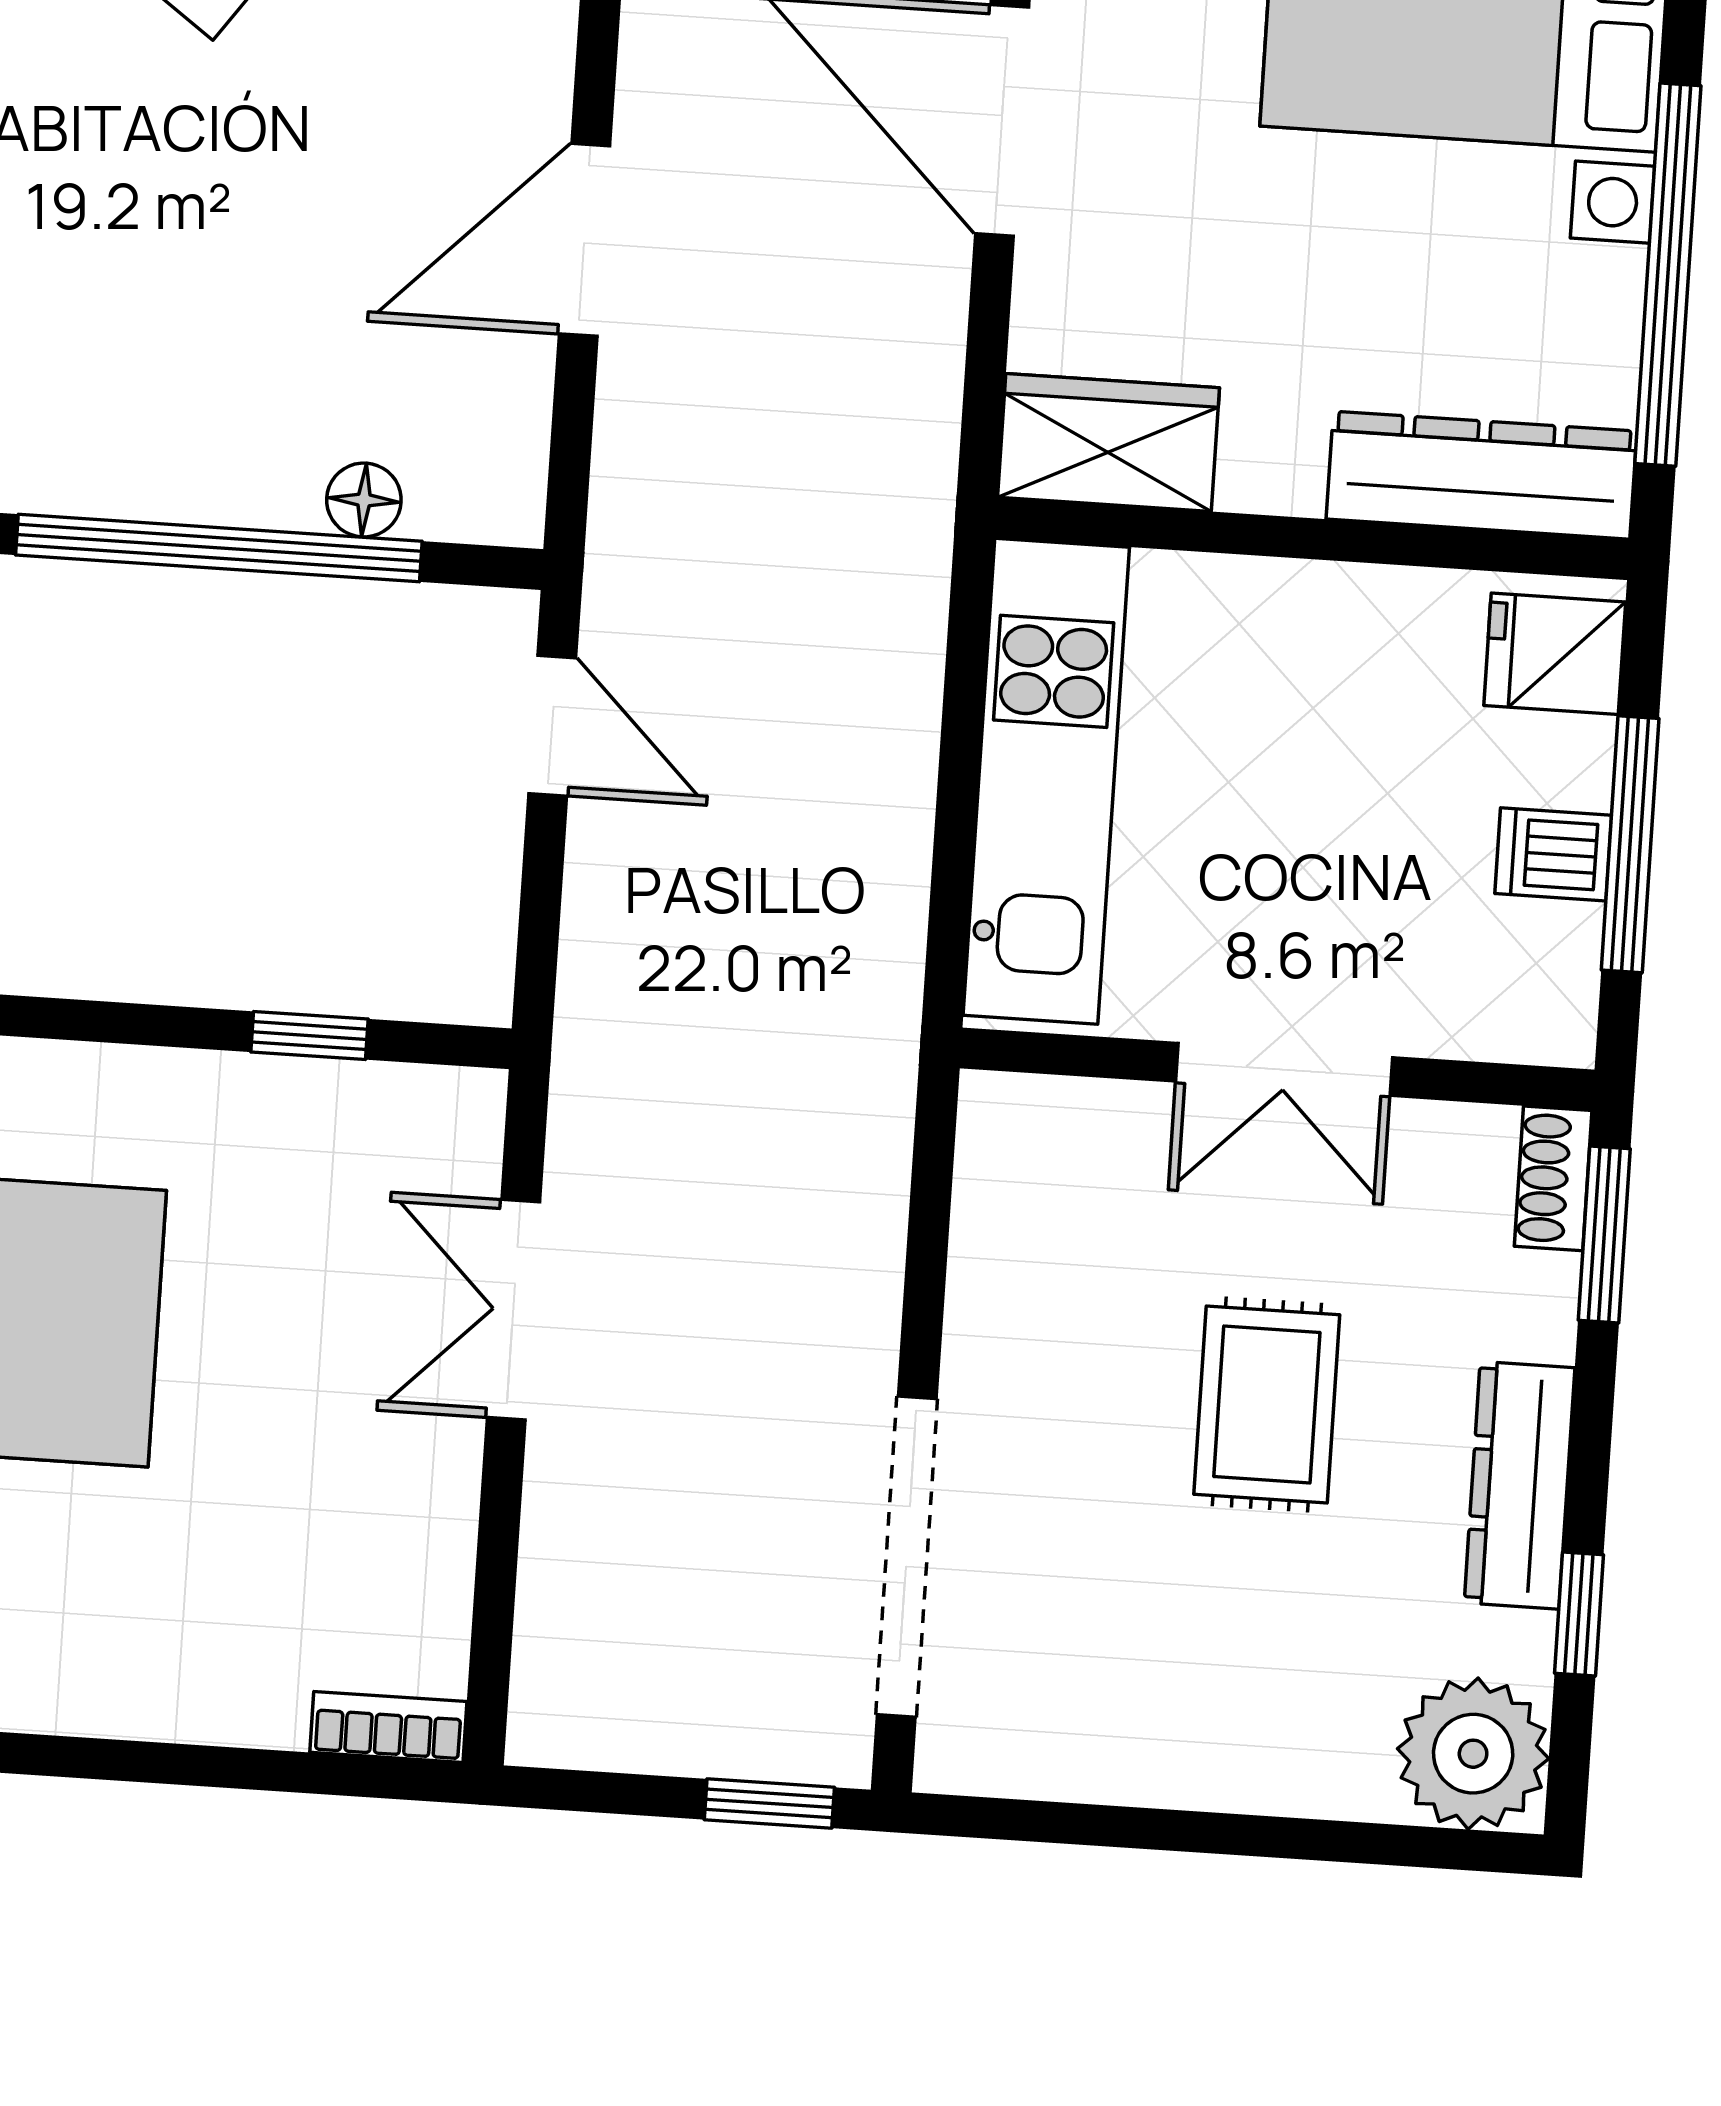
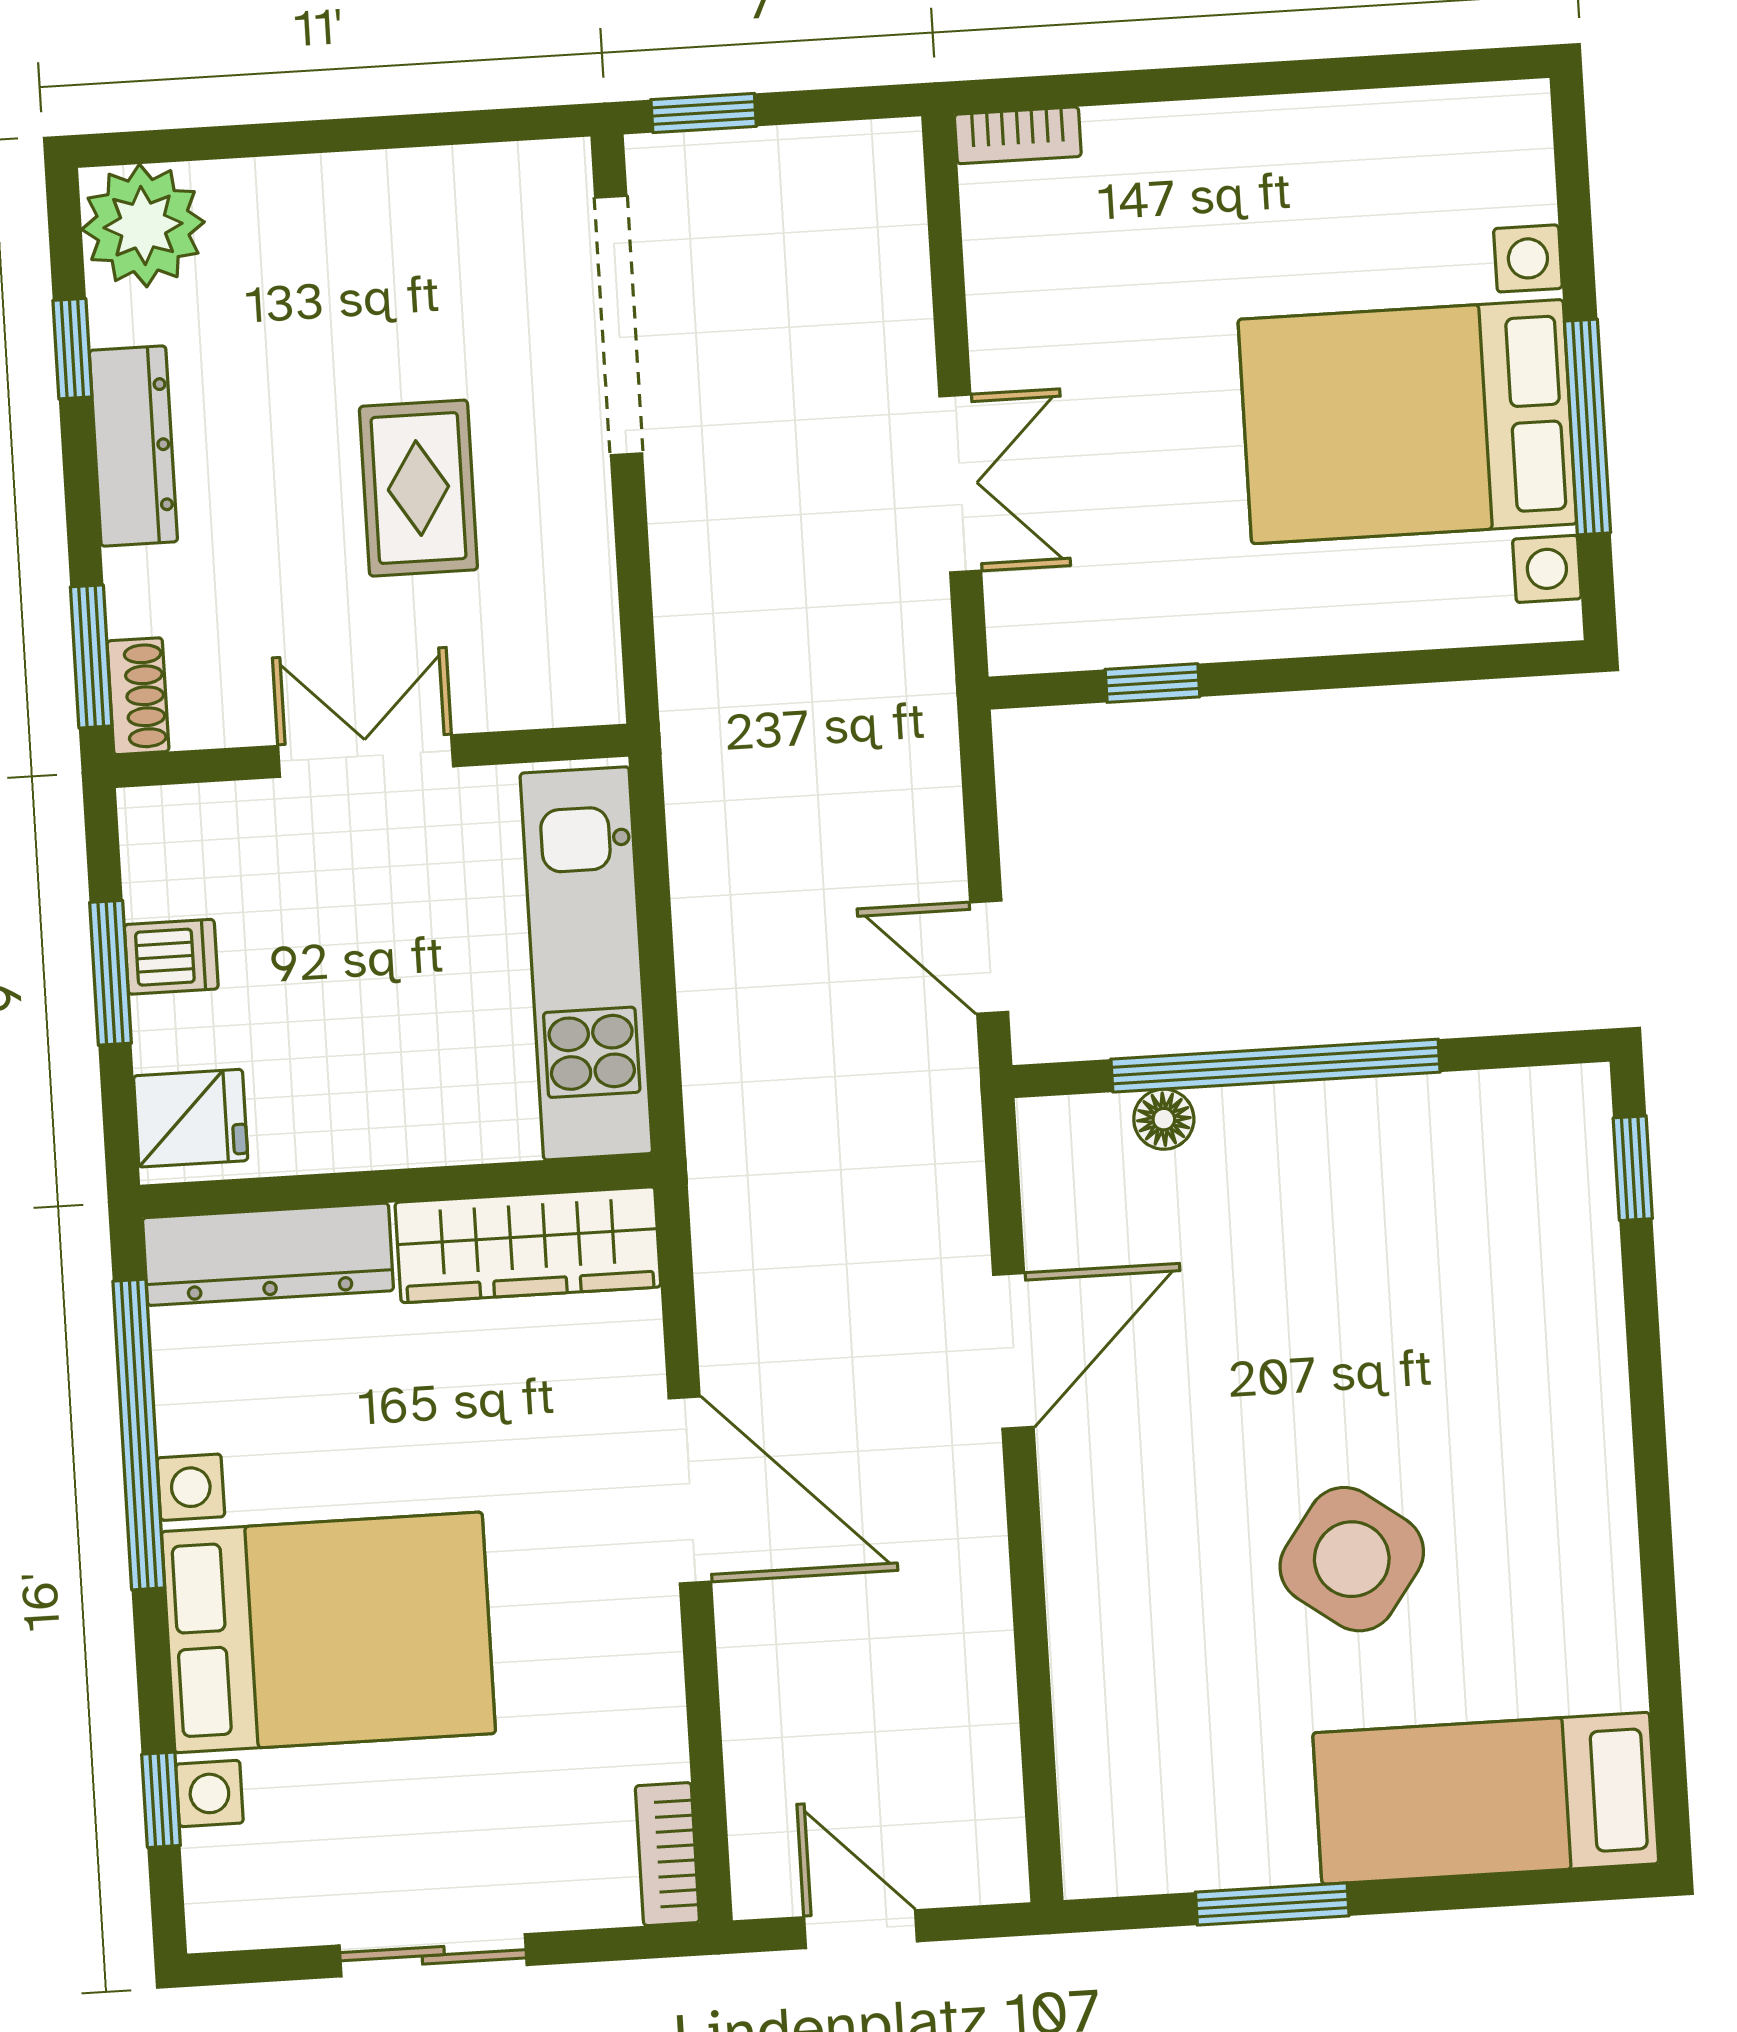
wardrobe: (1109, 443) -> (528, 1245), width x1.50
window: (1630, 844) -> (110, 973), width x0.69
rug: (1267, 1404) -> (418, 488), moved

